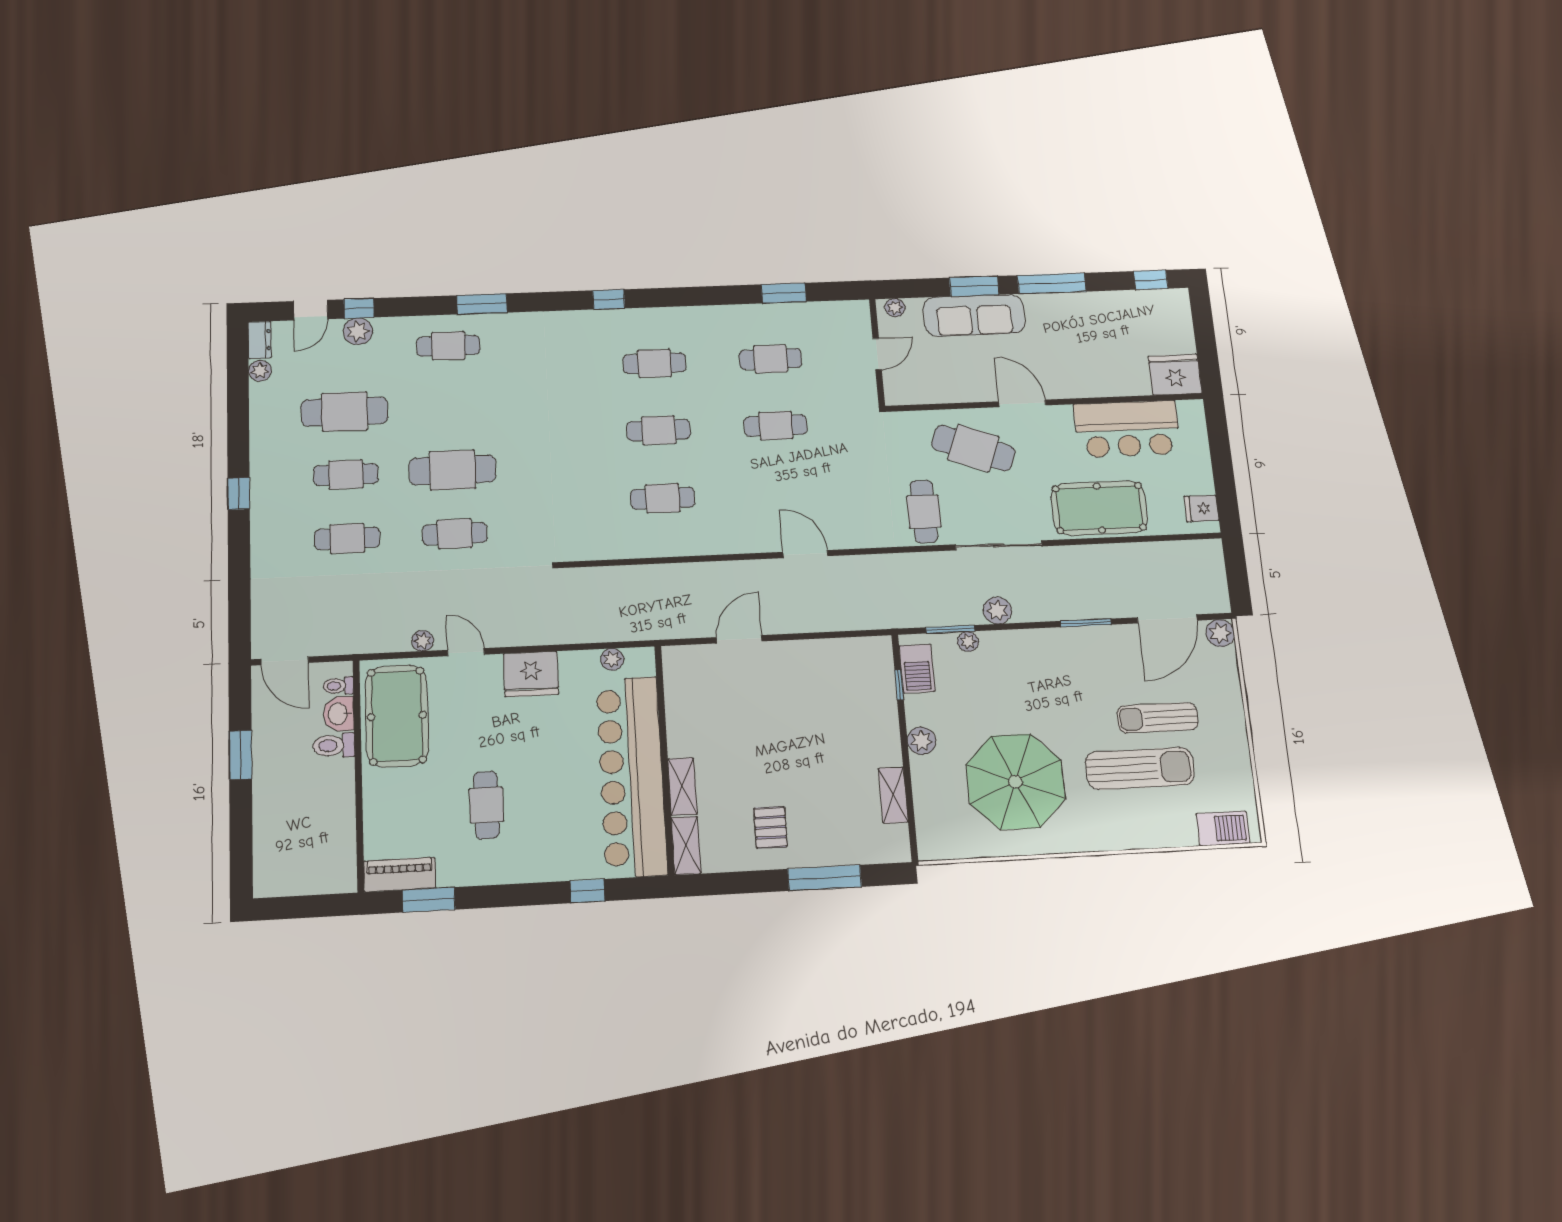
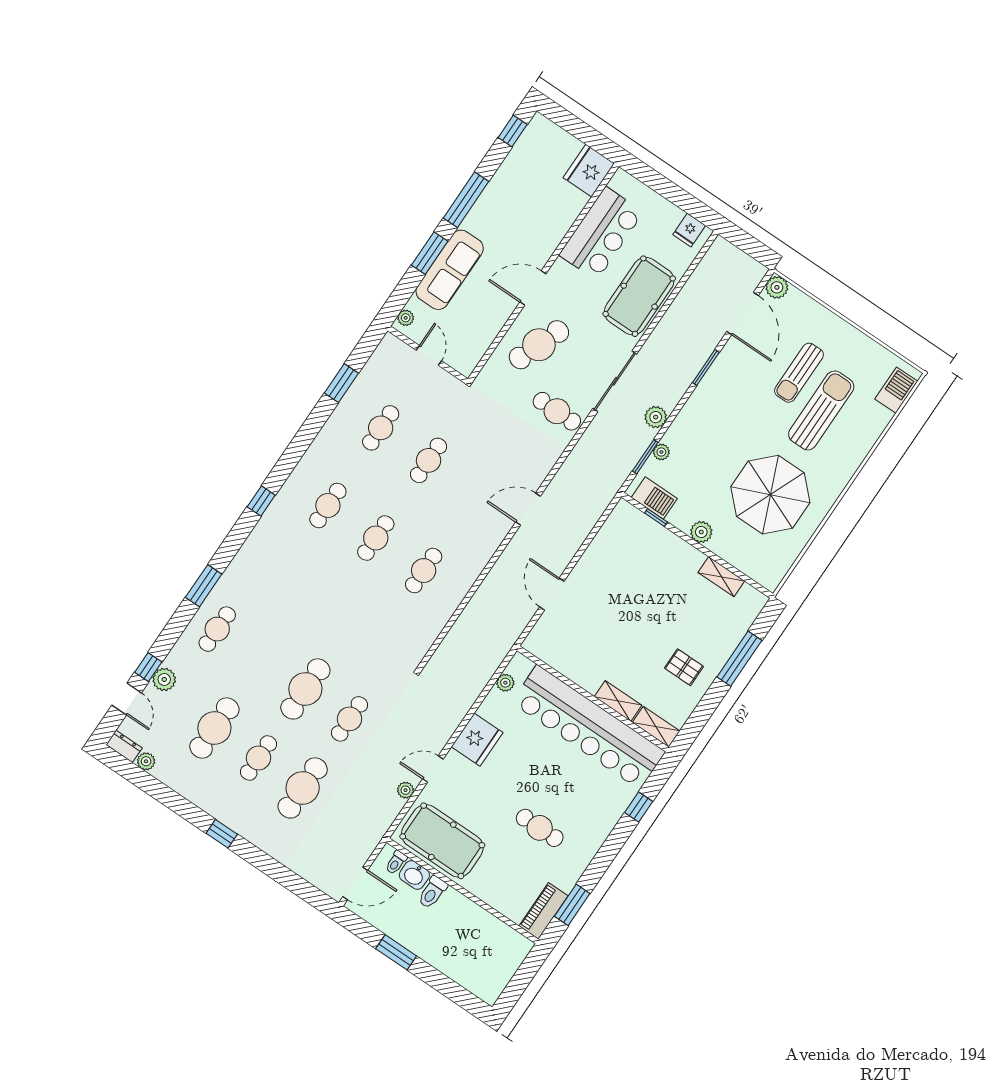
cafe table: (347, 538) -> (303, 788), width x1.37, depth x1.35

